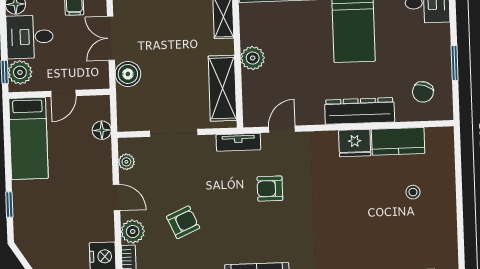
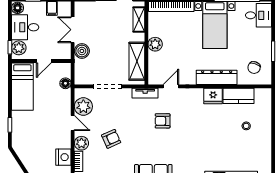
plant: (126, 162) -> (83, 106), width x1.88, depth x1.88

